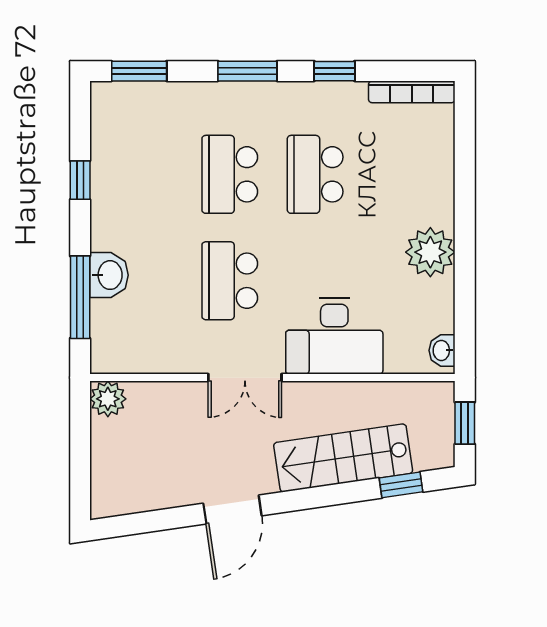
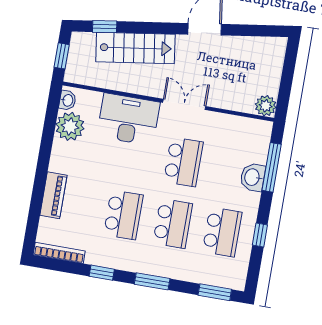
school desk: (144, 174) -> (222, 232), added
piano: (438, 187) -> (53, 195), added
plant: (430, 252) -> (70, 126), moved

